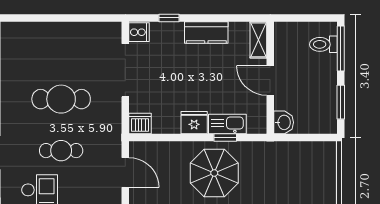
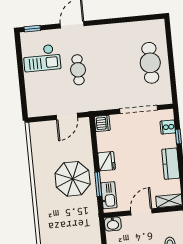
cooker: (139, 32) -> (168, 127), moved, turned 90
cafe table: (61, 99) -> (150, 63), moved
kitchen sink: (227, 124) -> (109, 195), moved
window: (225, 138) -> (98, 184), width x1.50

